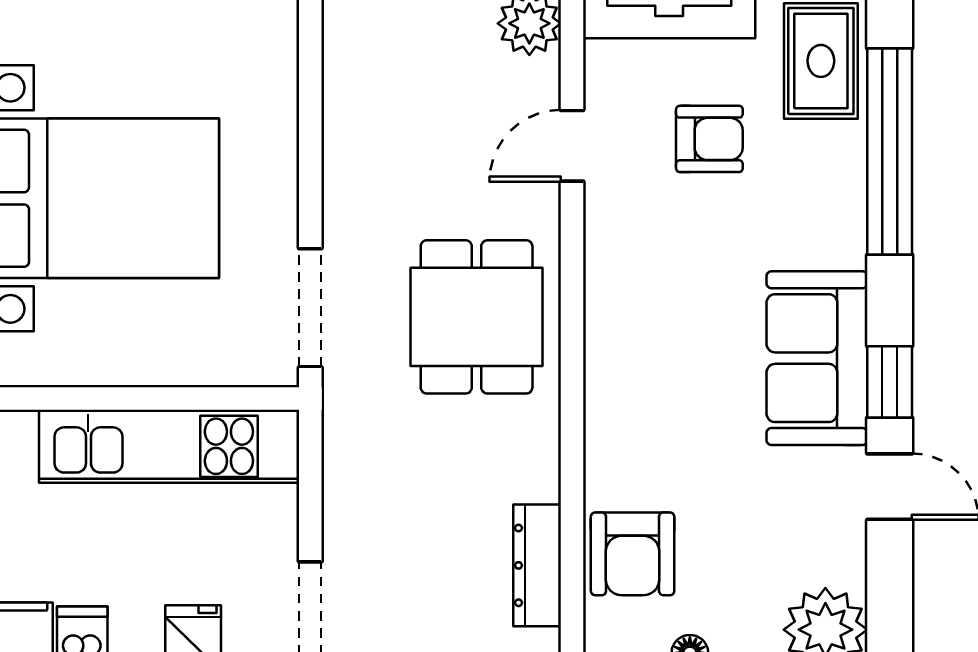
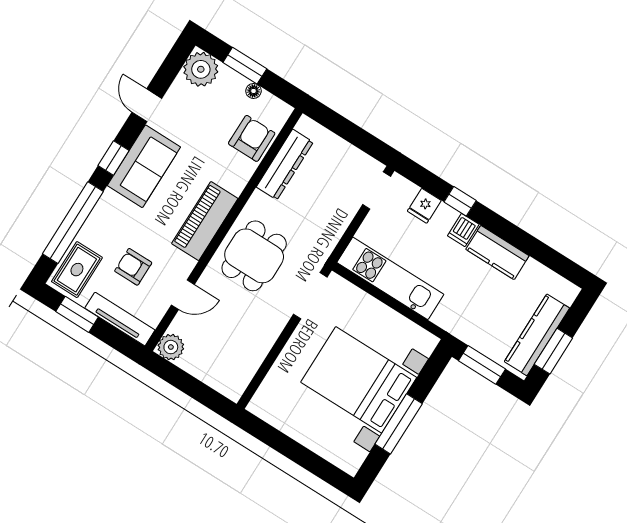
piano: (622, 325) -> (205, 221), added
window: (890, 382) -> (114, 158), moved
dresser: (537, 565) -> (285, 165), width x1.37, depth x1.24

